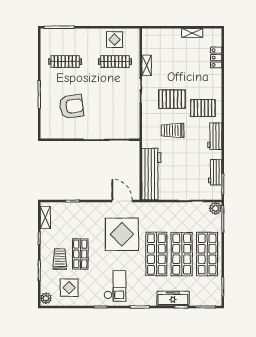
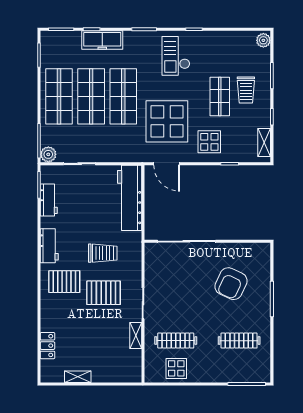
armchair: (71, 106) -> (231, 284), turned -58
display table: (69, 288) -> (209, 142), moved

